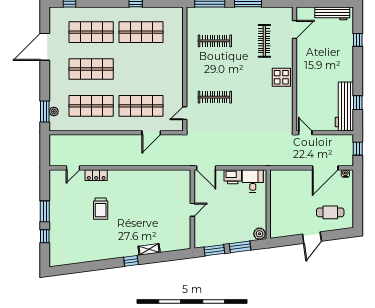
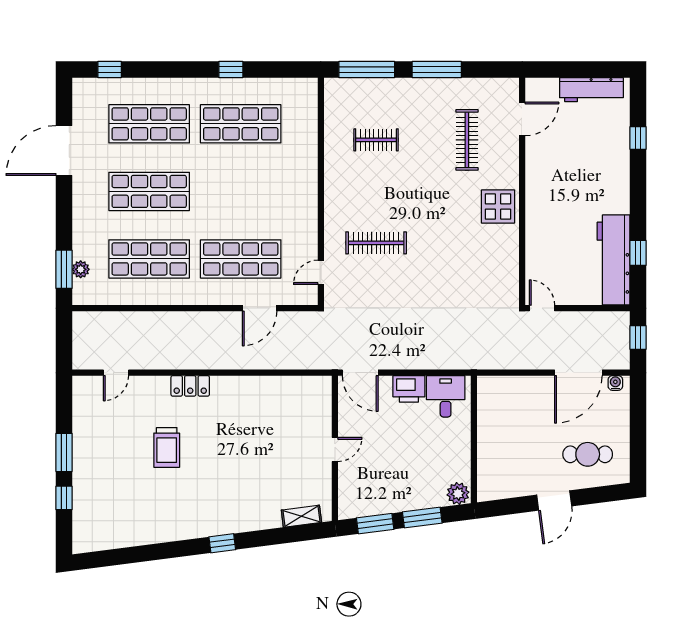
clothes rail: (215, 41) -> (376, 140), width x0.73
locker: (96, 175) -> (190, 386), moved
shelving: (149, 249) -> (301, 516), moved

